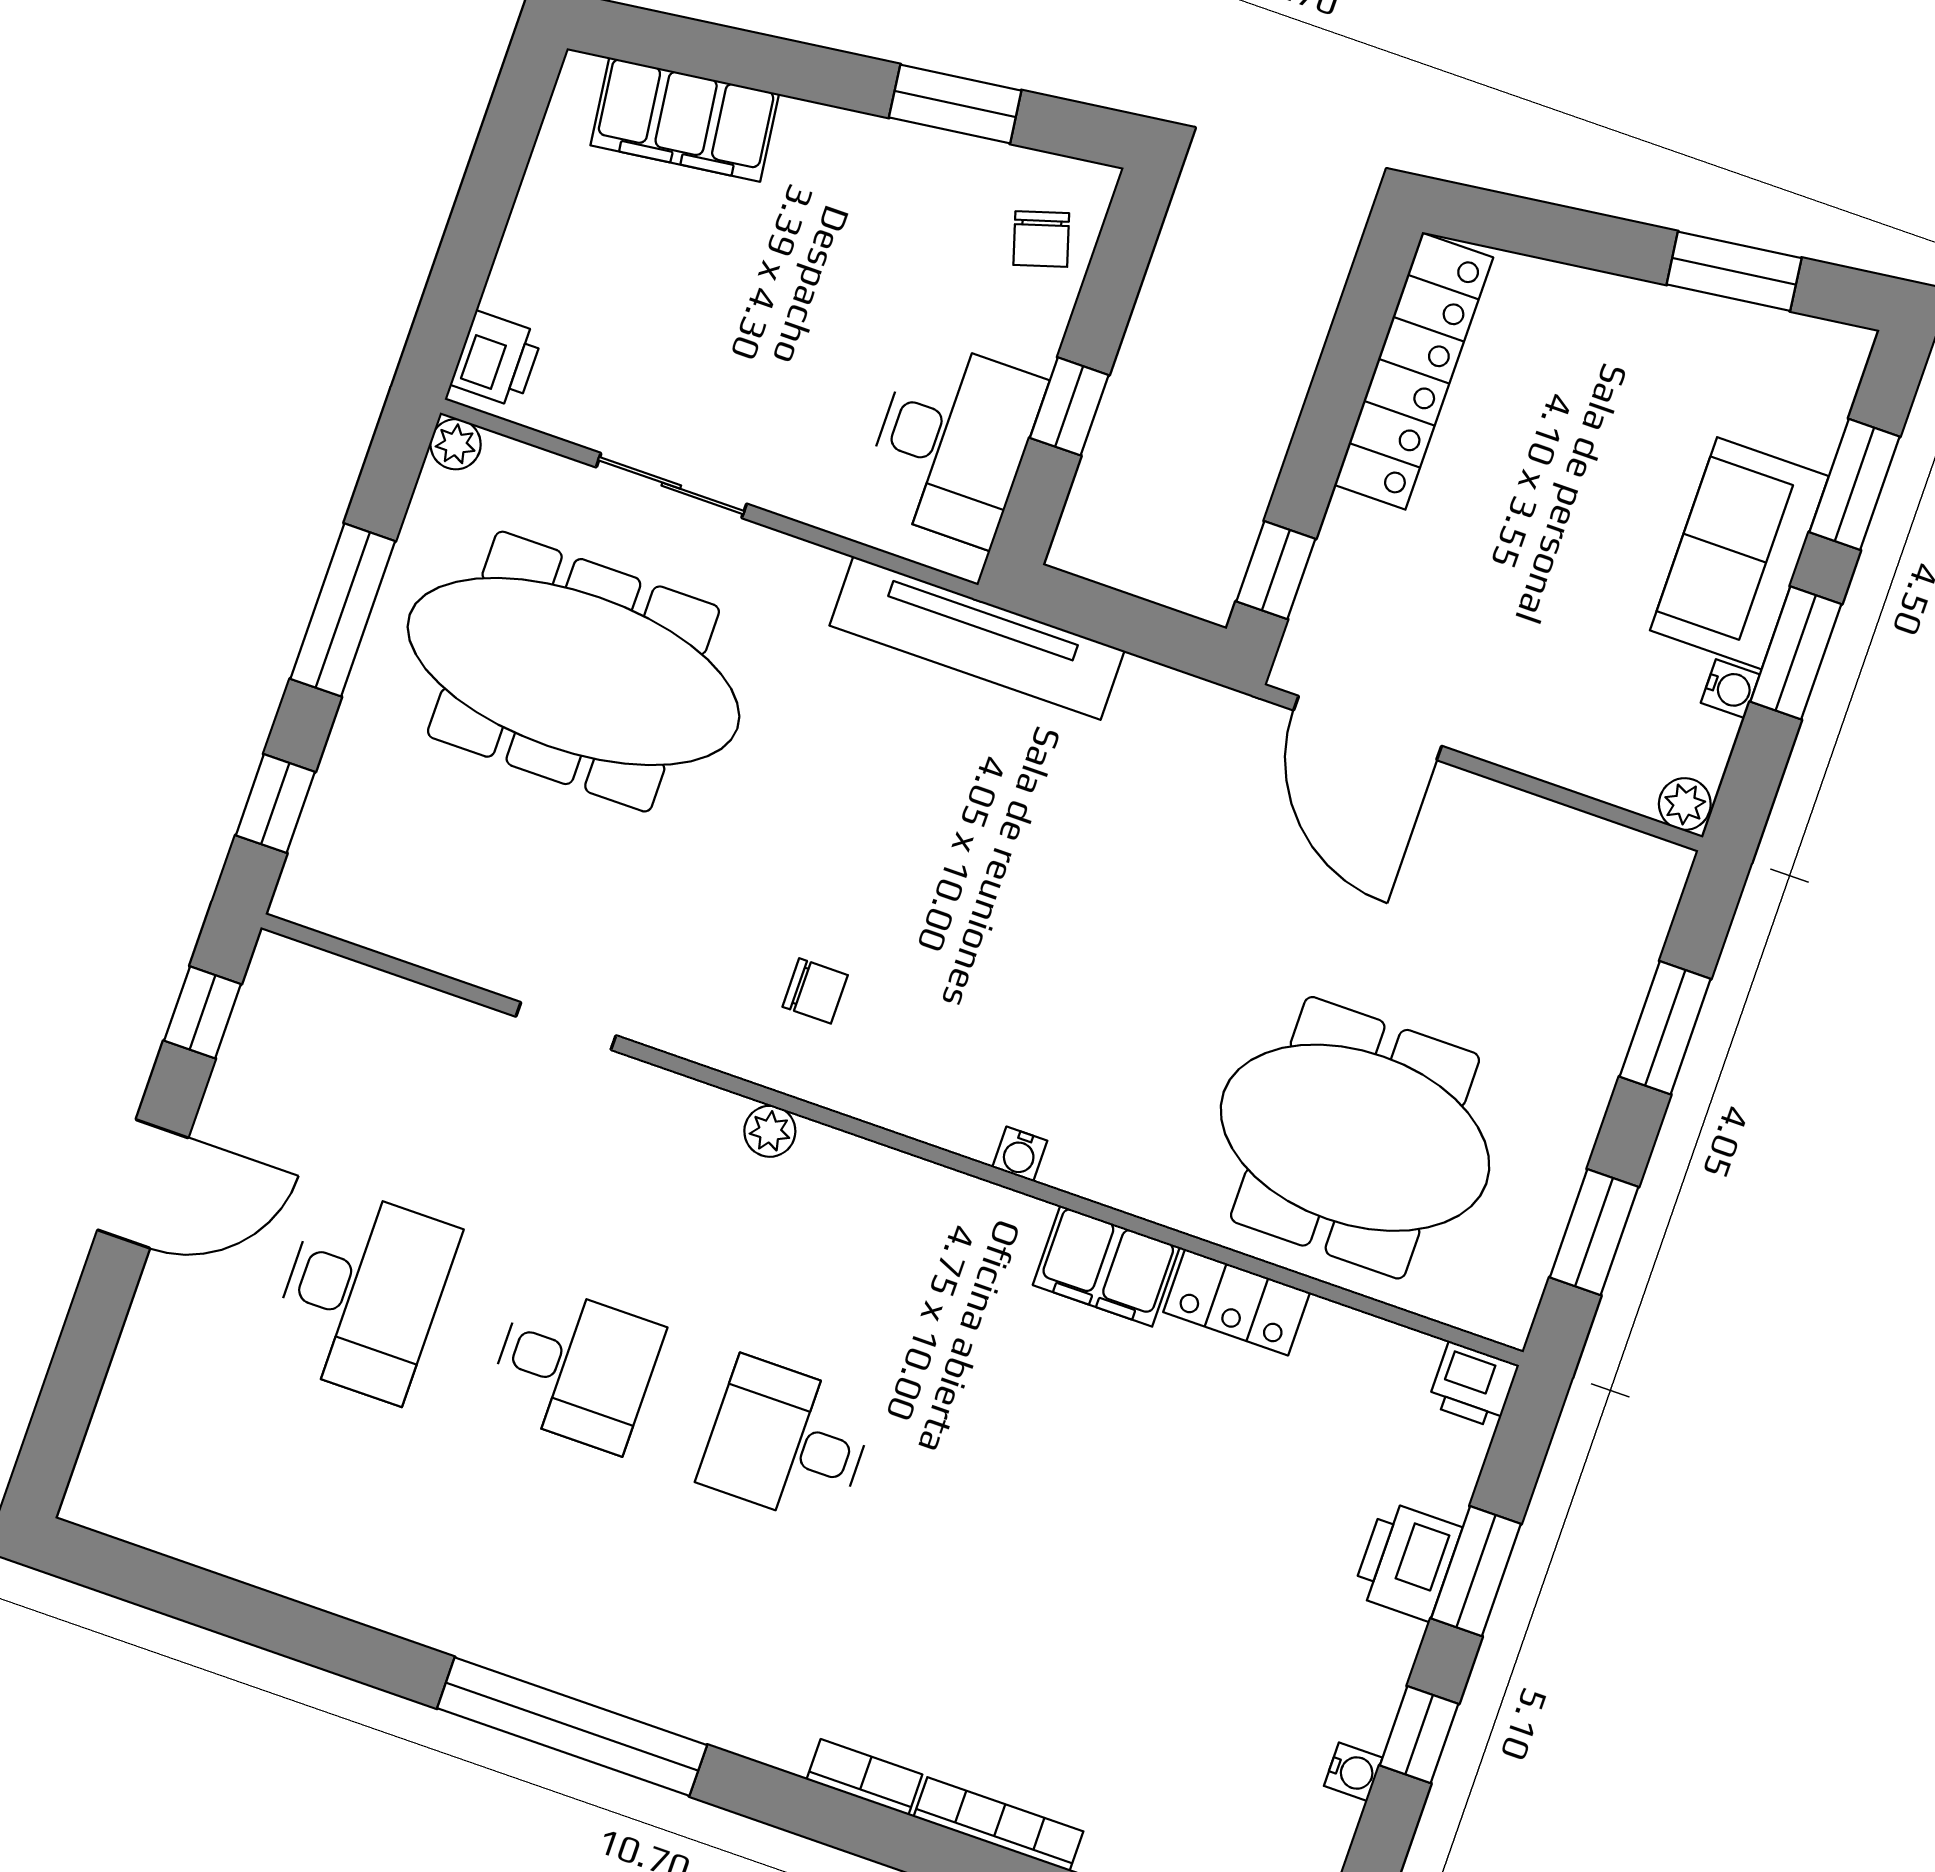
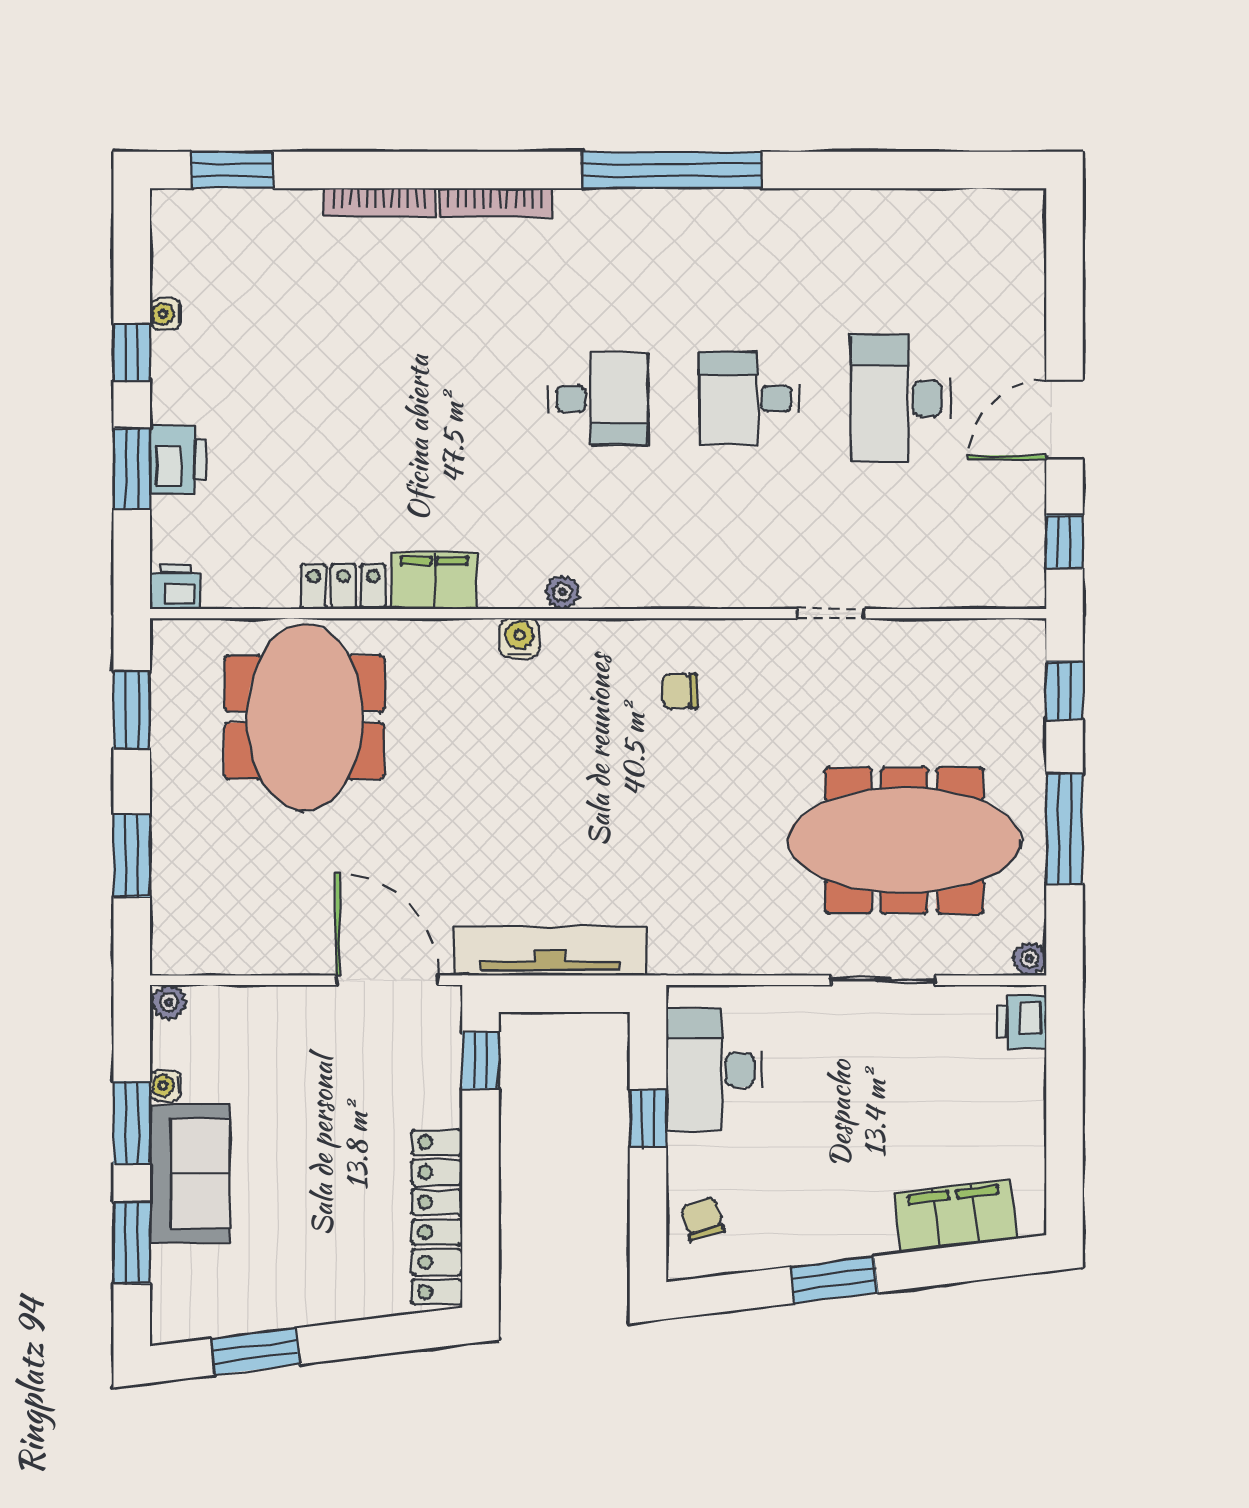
window: (955, 104) -> (834, 1280), moved
tv unit: (977, 638) -> (550, 951), moved
plant: (770, 1131) -> (562, 592), moved
meeting table: (1355, 1138) -> (305, 717), turned 90
water cooler: (1020, 1154) -> (519, 638), width x1.38, depth x1.38
bookcase: (864, 1777) -> (495, 203), width x1.56

